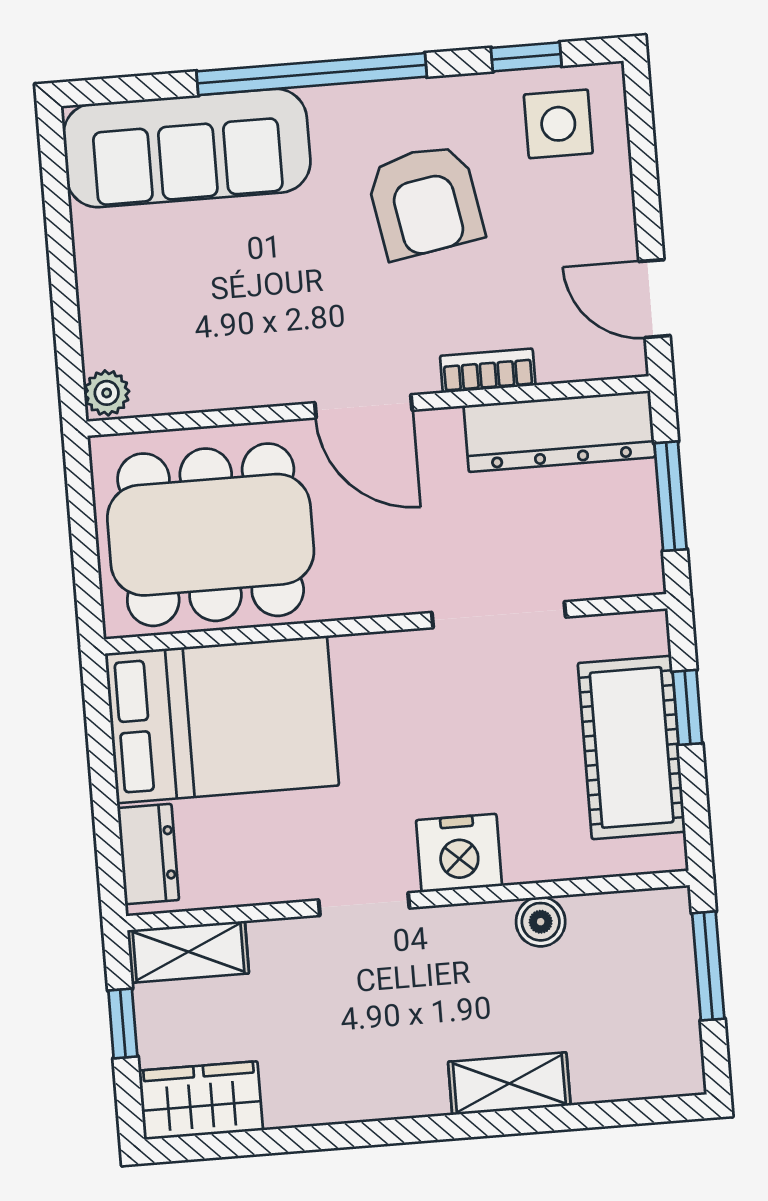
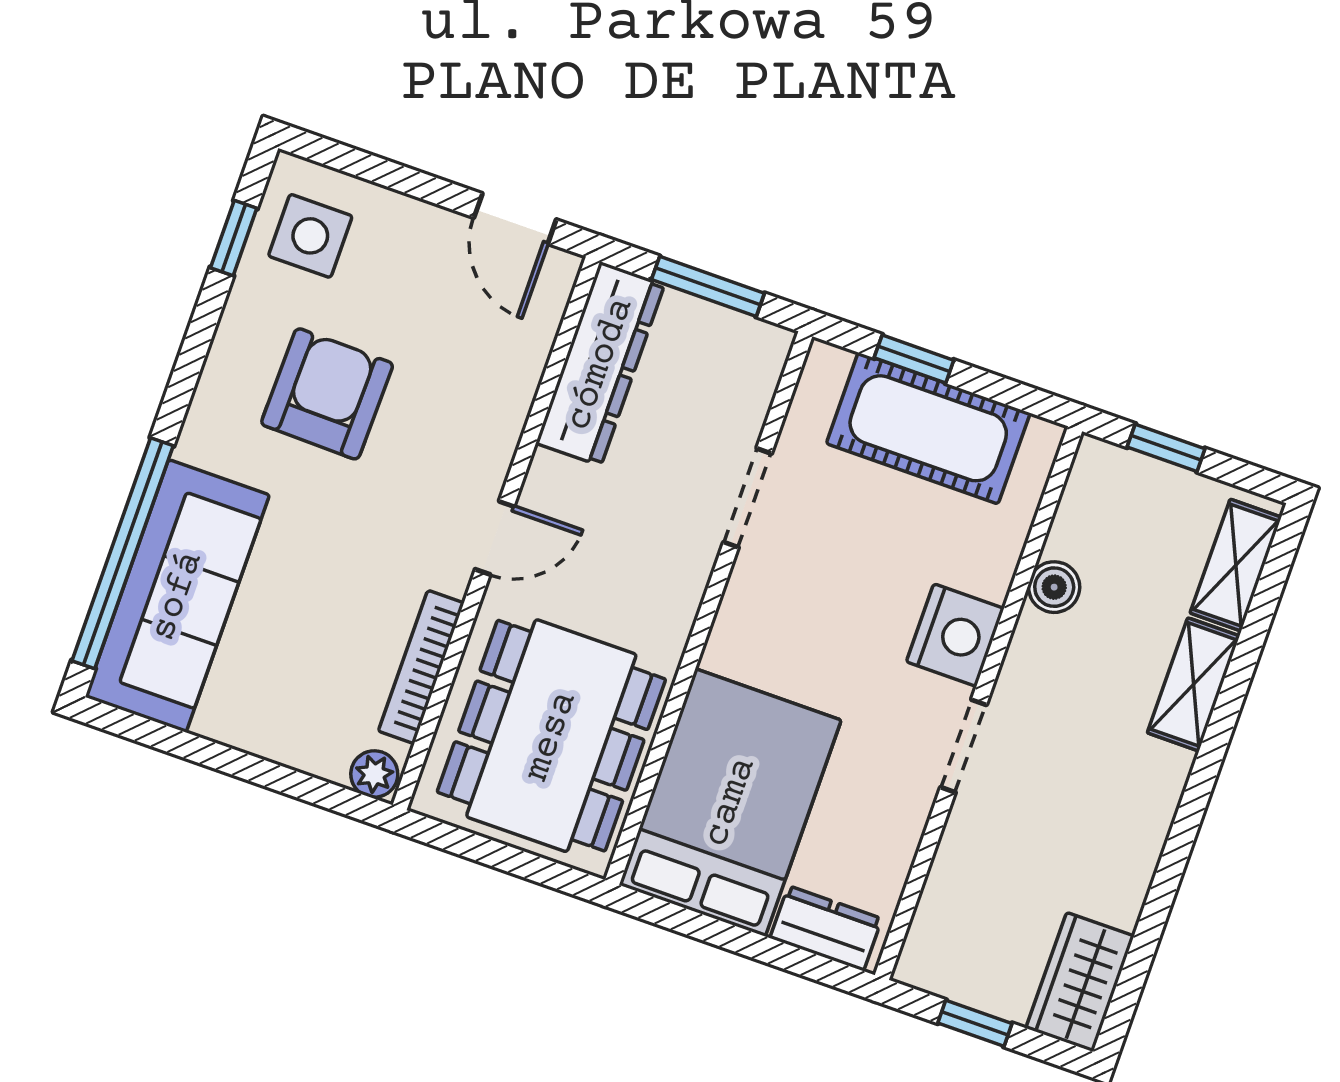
window: (312, 74) -> (123, 553), moved
armchair: (425, 201) -> (327, 394), turned -79
door: (655, 299) -> (515, 219), hinge flipped
bookcase: (488, 371) -> (421, 667), moved, width x1.56
door: (364, 406) -> (495, 538), width x0.73
doorway: (499, 615) -> (748, 498), width x0.73
shelving: (188, 952) -> (1236, 565), moved
window: (708, 966) -> (1166, 448), width x0.67

